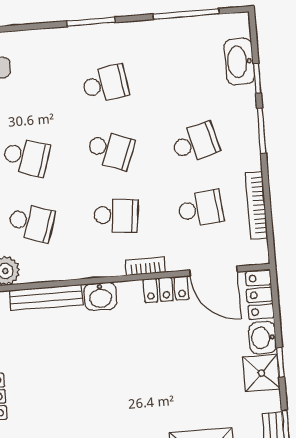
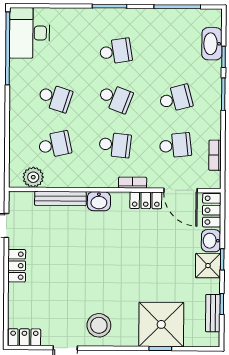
bookcase: (256, 205) -> (215, 155), width x0.64
school desk: (31, 222) -> (55, 145), turned -30

